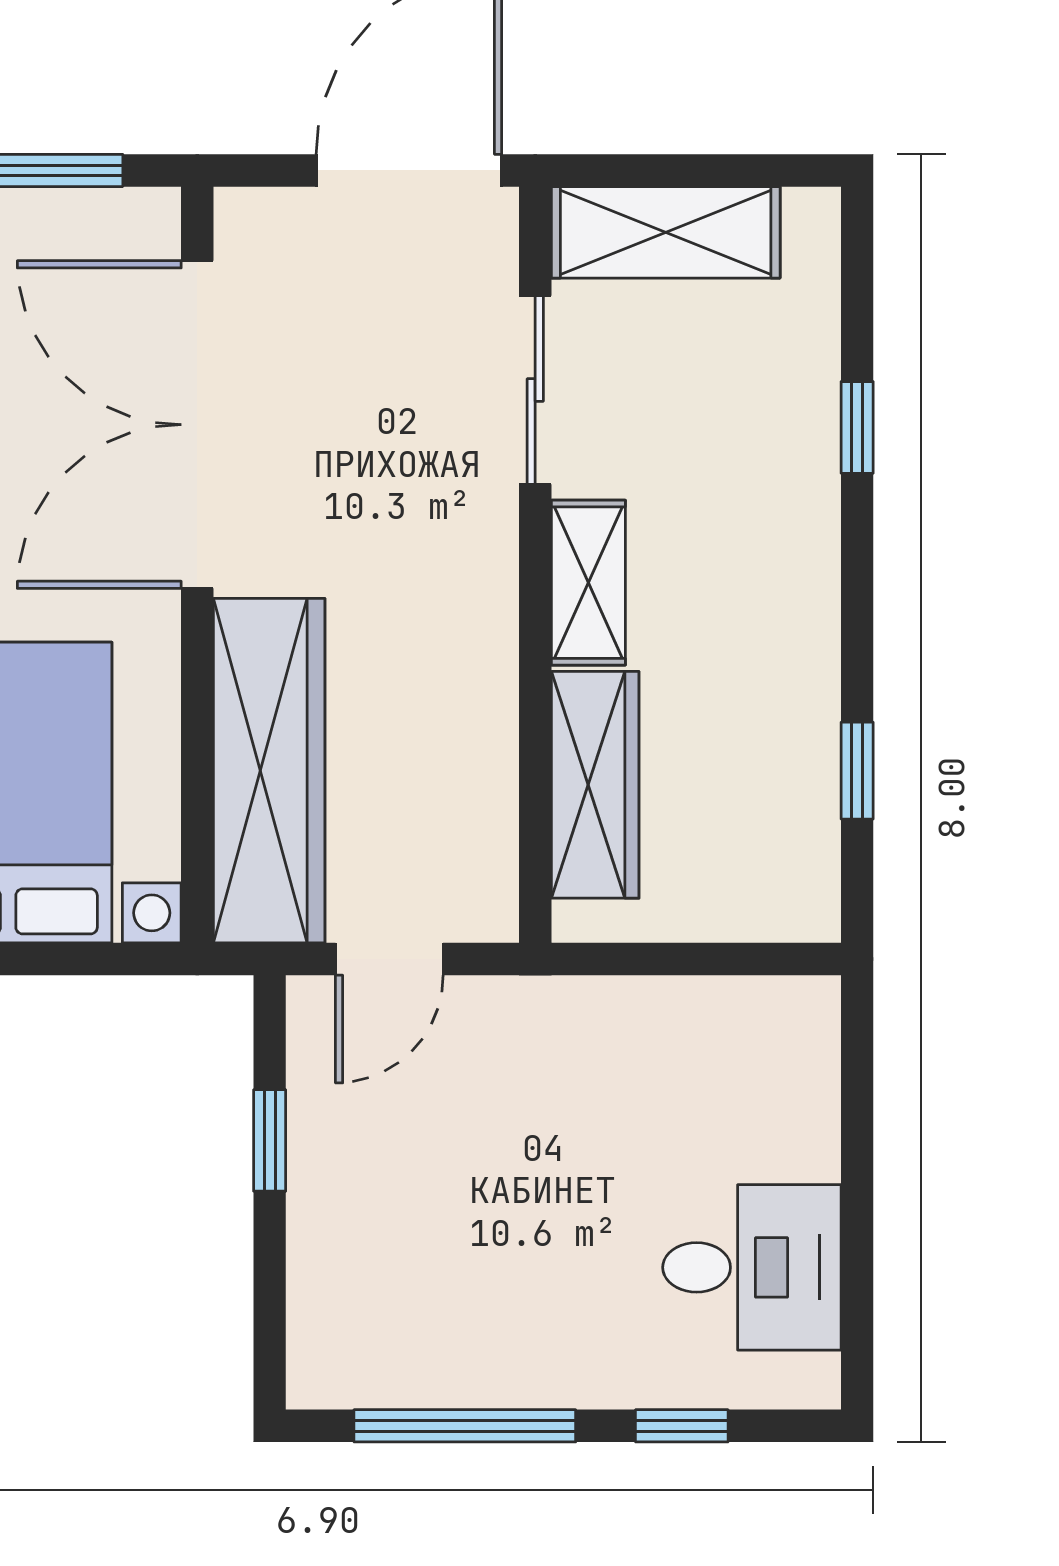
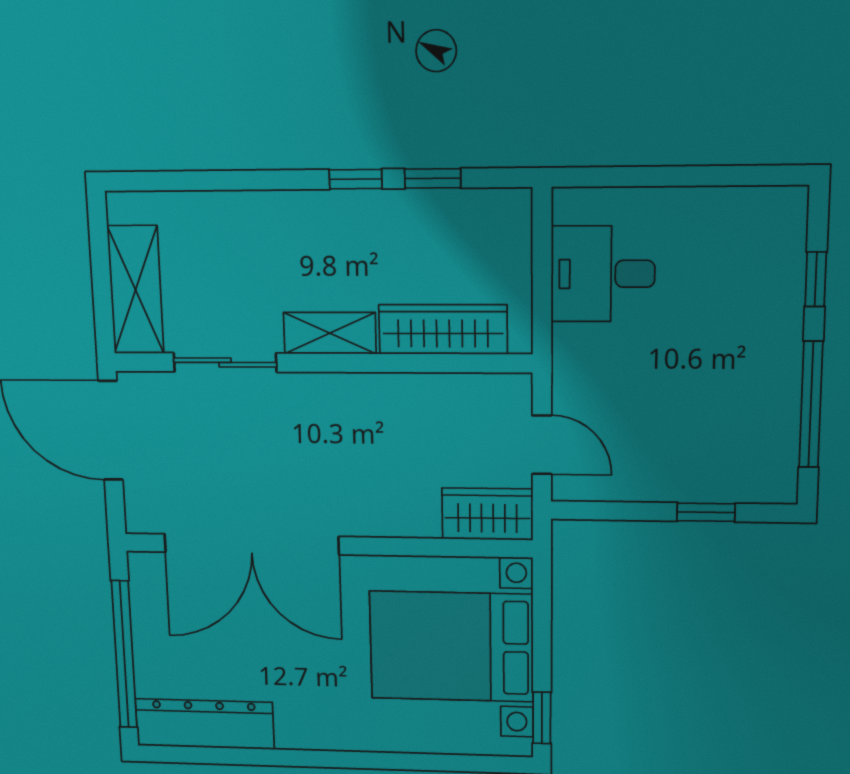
window: (857, 427) -> (356, 179), moved
wardrobe: (269, 771) -> (487, 514), width x0.48, depth x0.85
window: (270, 1140) -> (706, 512), moved
desk: (752, 1267) -> (603, 274), moved, turned -90

